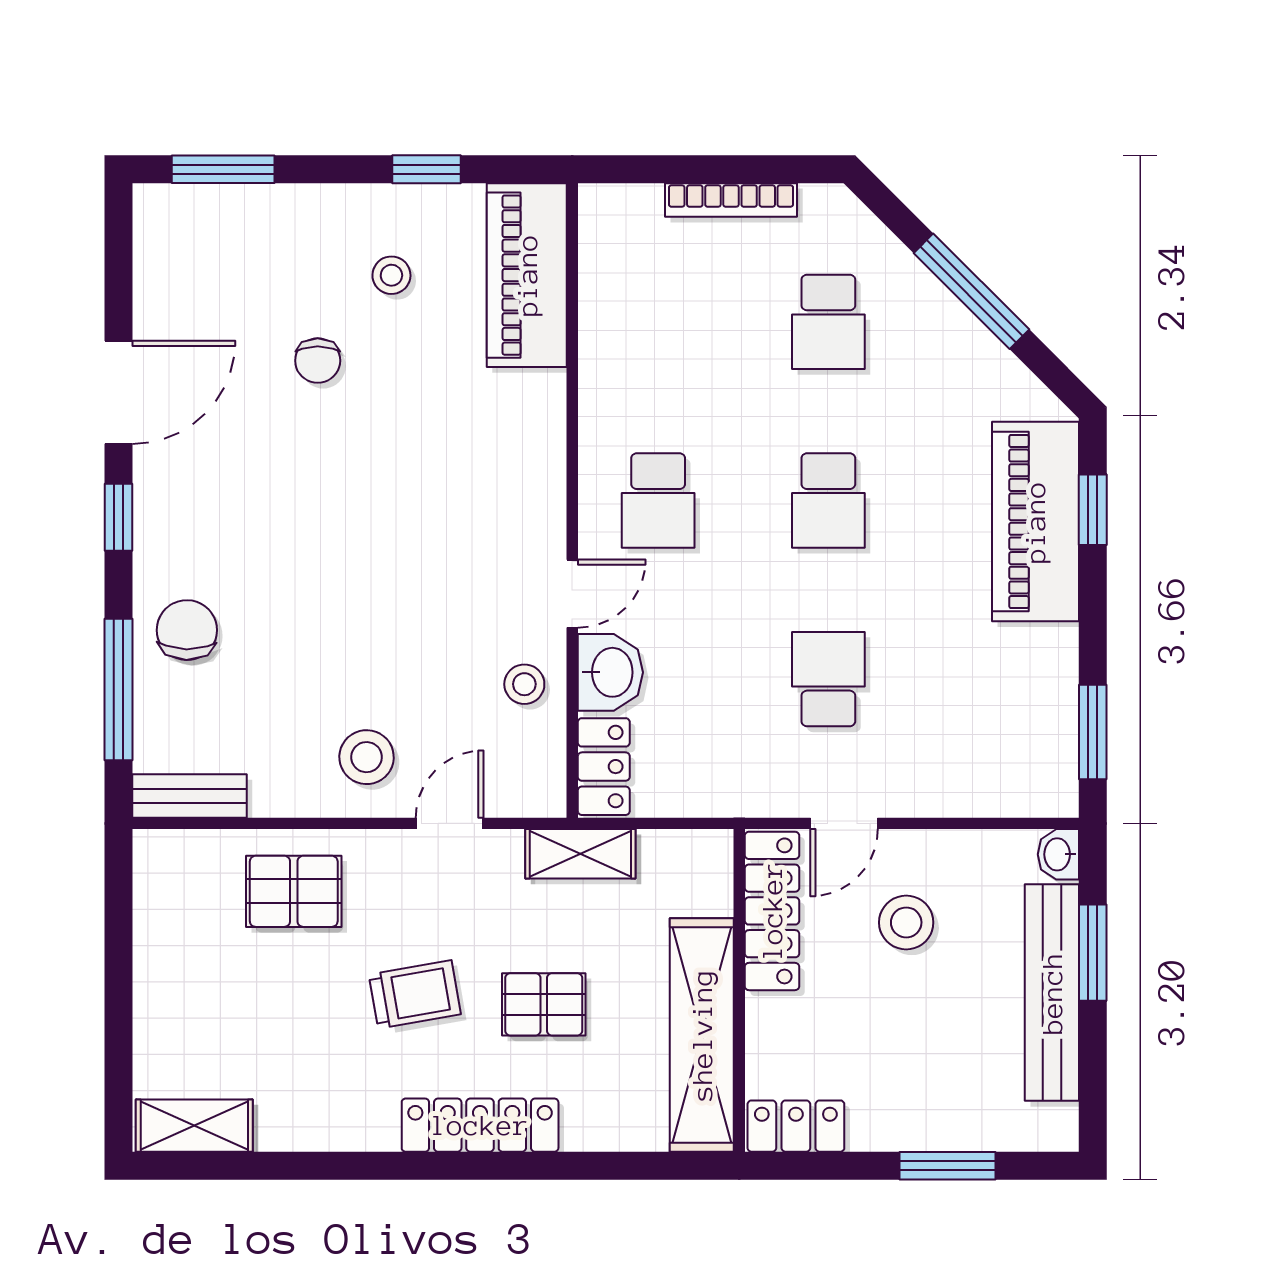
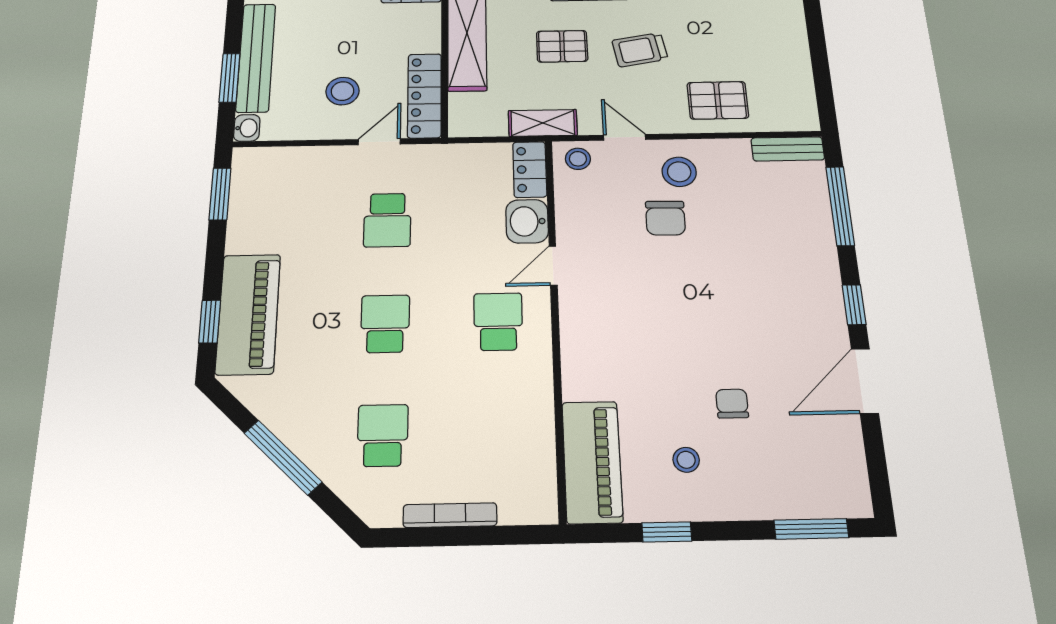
chair: (187, 630) -> (665, 218), moved
stool: (524, 684) -> (578, 159), moved
door: (450, 823) -> (625, 137), swing flipped

